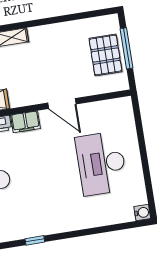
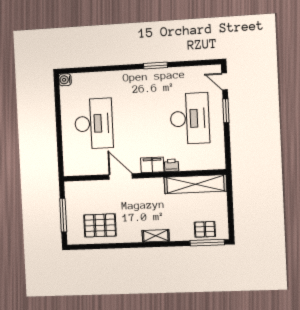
pallet: (105, 55) -> (100, 225), moved, turned 90
window: (35, 240) -> (156, 66), width x1.50

